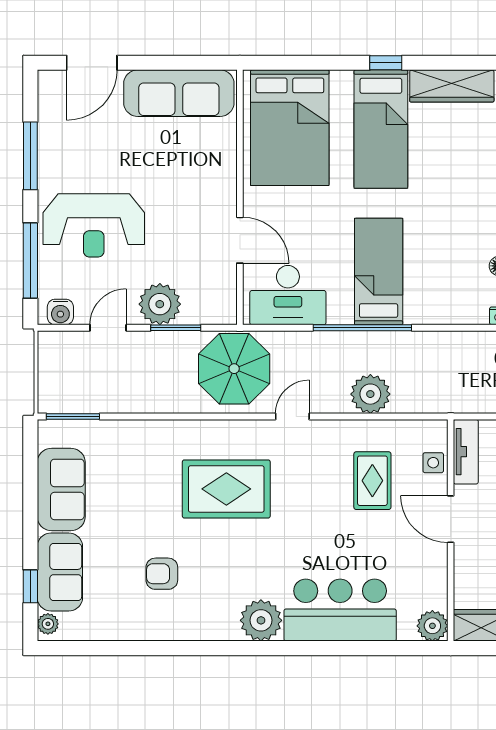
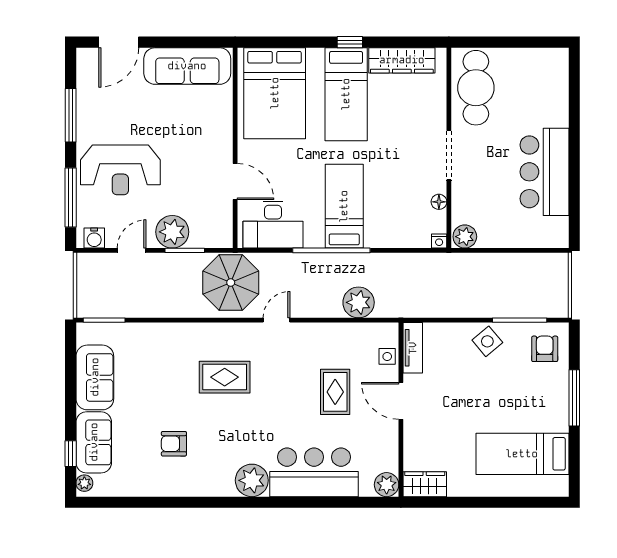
plant: (370, 394) -> (359, 302), moved
rug: (372, 481) -> (335, 392), moved
rug: (226, 489) -> (225, 377), width x0.73, depth x0.70

